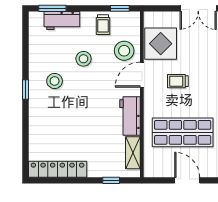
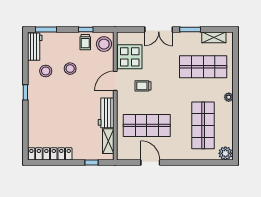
window: (120, 8) -> (86, 30), moved
workbench: (62, 21) -> (35, 47), moved, turned -90
stool: (124, 51) -> (104, 44), moved
stool: (55, 81) -> (46, 71), moved

